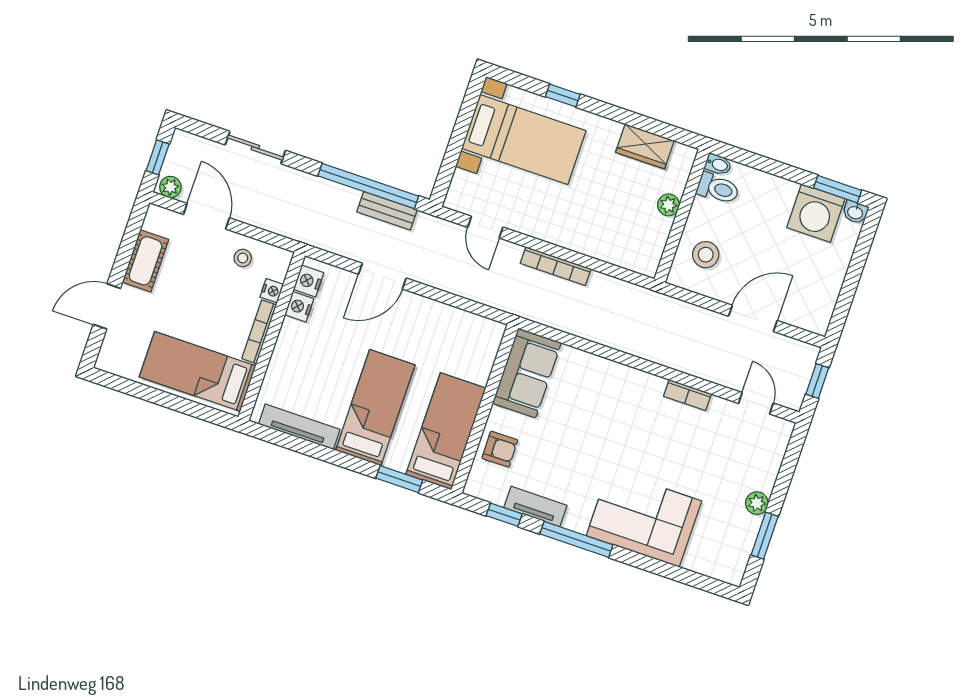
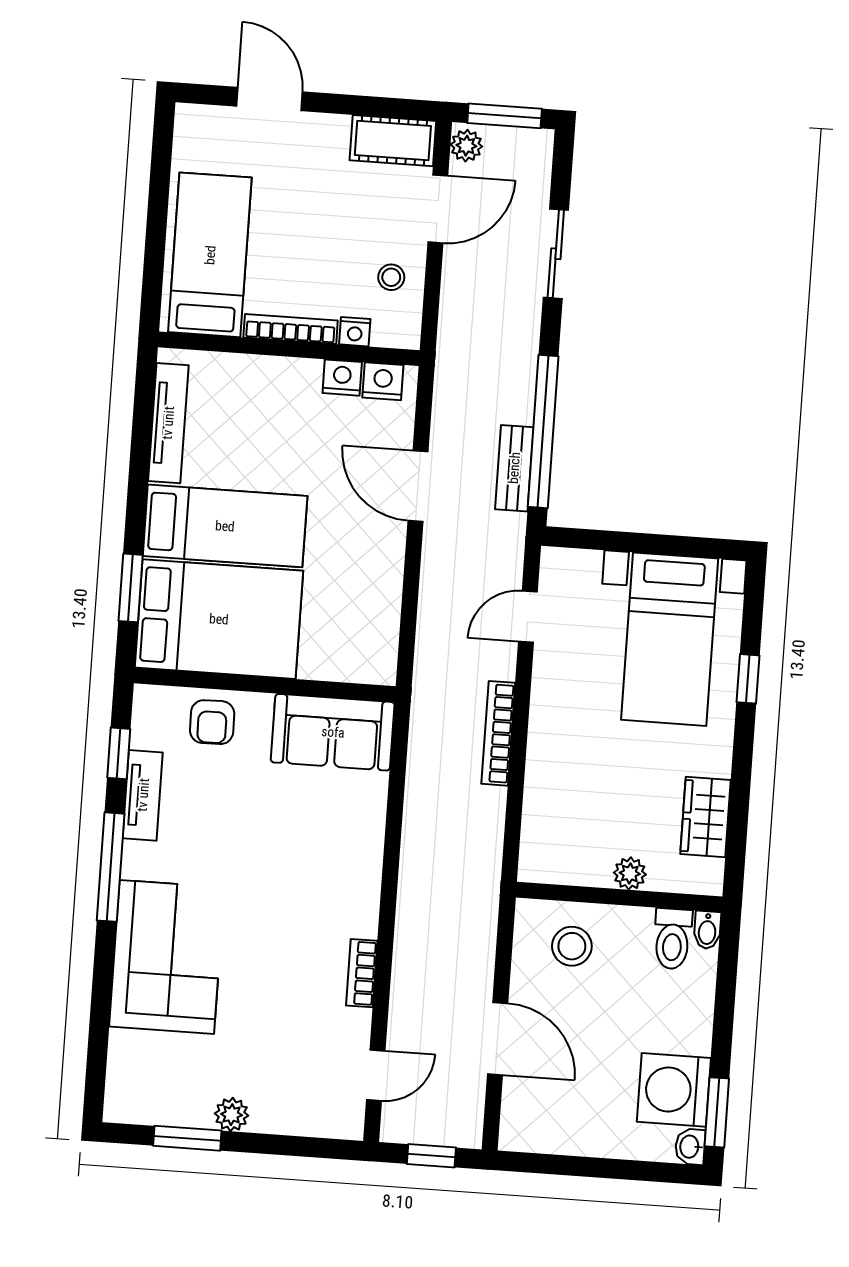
window: (158, 157) -> (505, 116), width x1.50
cot: (145, 261) -> (393, 141), moved
bed: (446, 431) -> (219, 619), width x1.50

